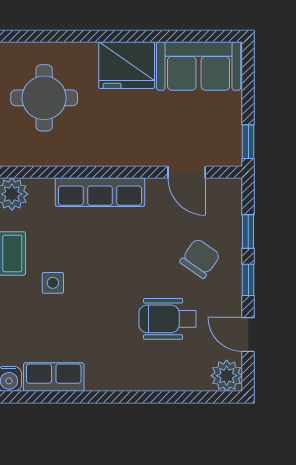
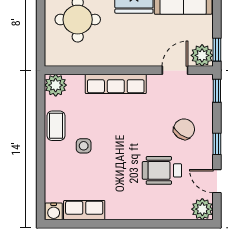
plant: (226, 150) -> (202, 55), added
door: (187, 172) -> (175, 70), swing flipped
window: (248, 231) -> (217, 91), moved

